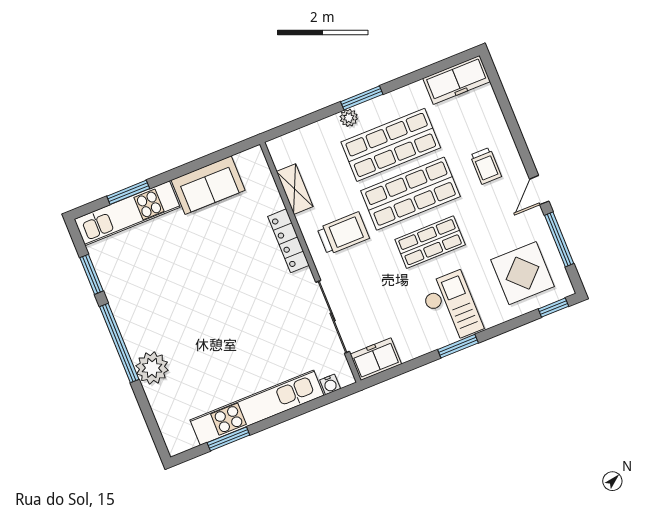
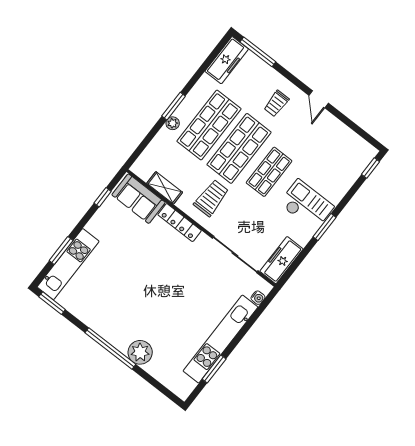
window: (214, 157) -> (103, 197), added
trolley: (486, 166) -> (276, 104), turned 90
sofa: (208, 185) -> (139, 199), moved, turned 90
window: (559, 239) -> (258, 52), moved
display table: (523, 273) -> (339, 158), removed
window: (92, 274) -> (52, 303), moved
freezer: (376, 359) -> (281, 260), width x1.40

